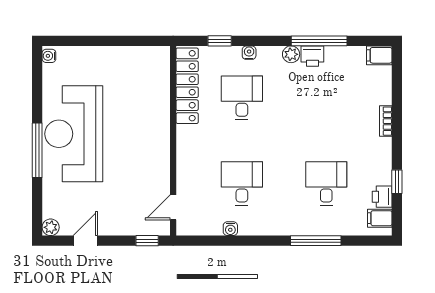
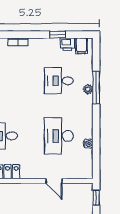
desk: (242, 184) -> (59, 136), width x1.37
door: (173, 207) -> (54, 181), moved
plant: (313, 228) -> (88, 89), added

